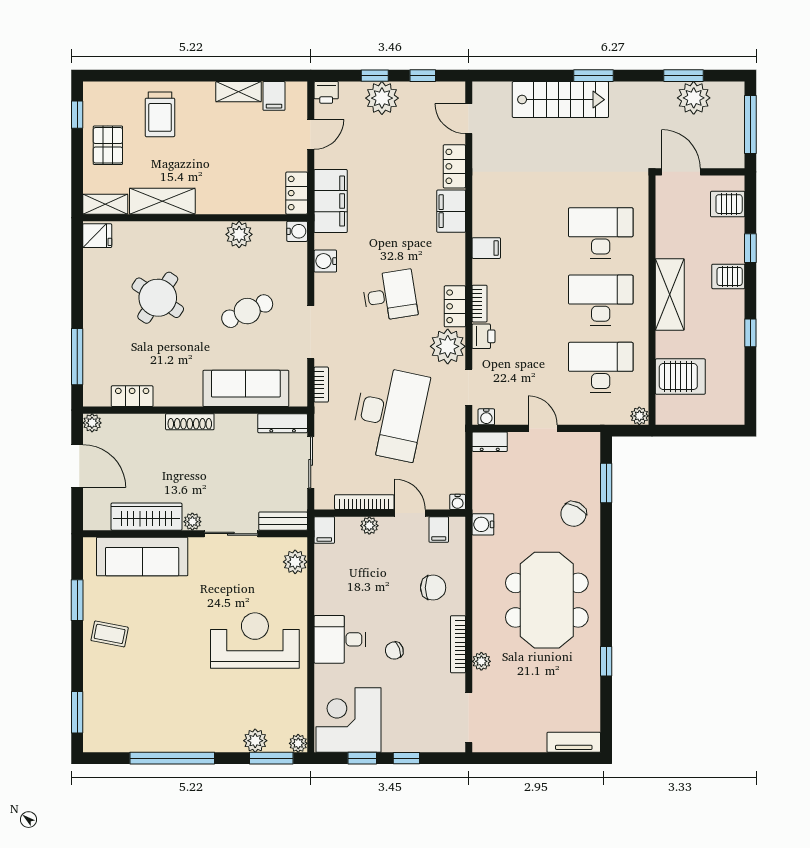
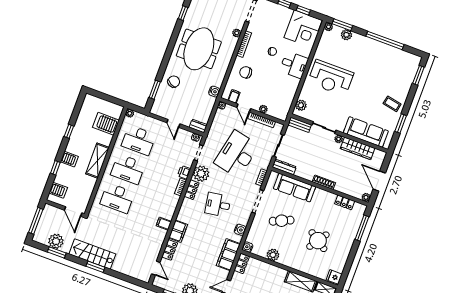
stairs: (560, 100) -> (92, 254), moved
filing cabinet: (486, 248) -> (164, 224), moved
filing cabinet: (324, 530) -> (283, 114), removed

